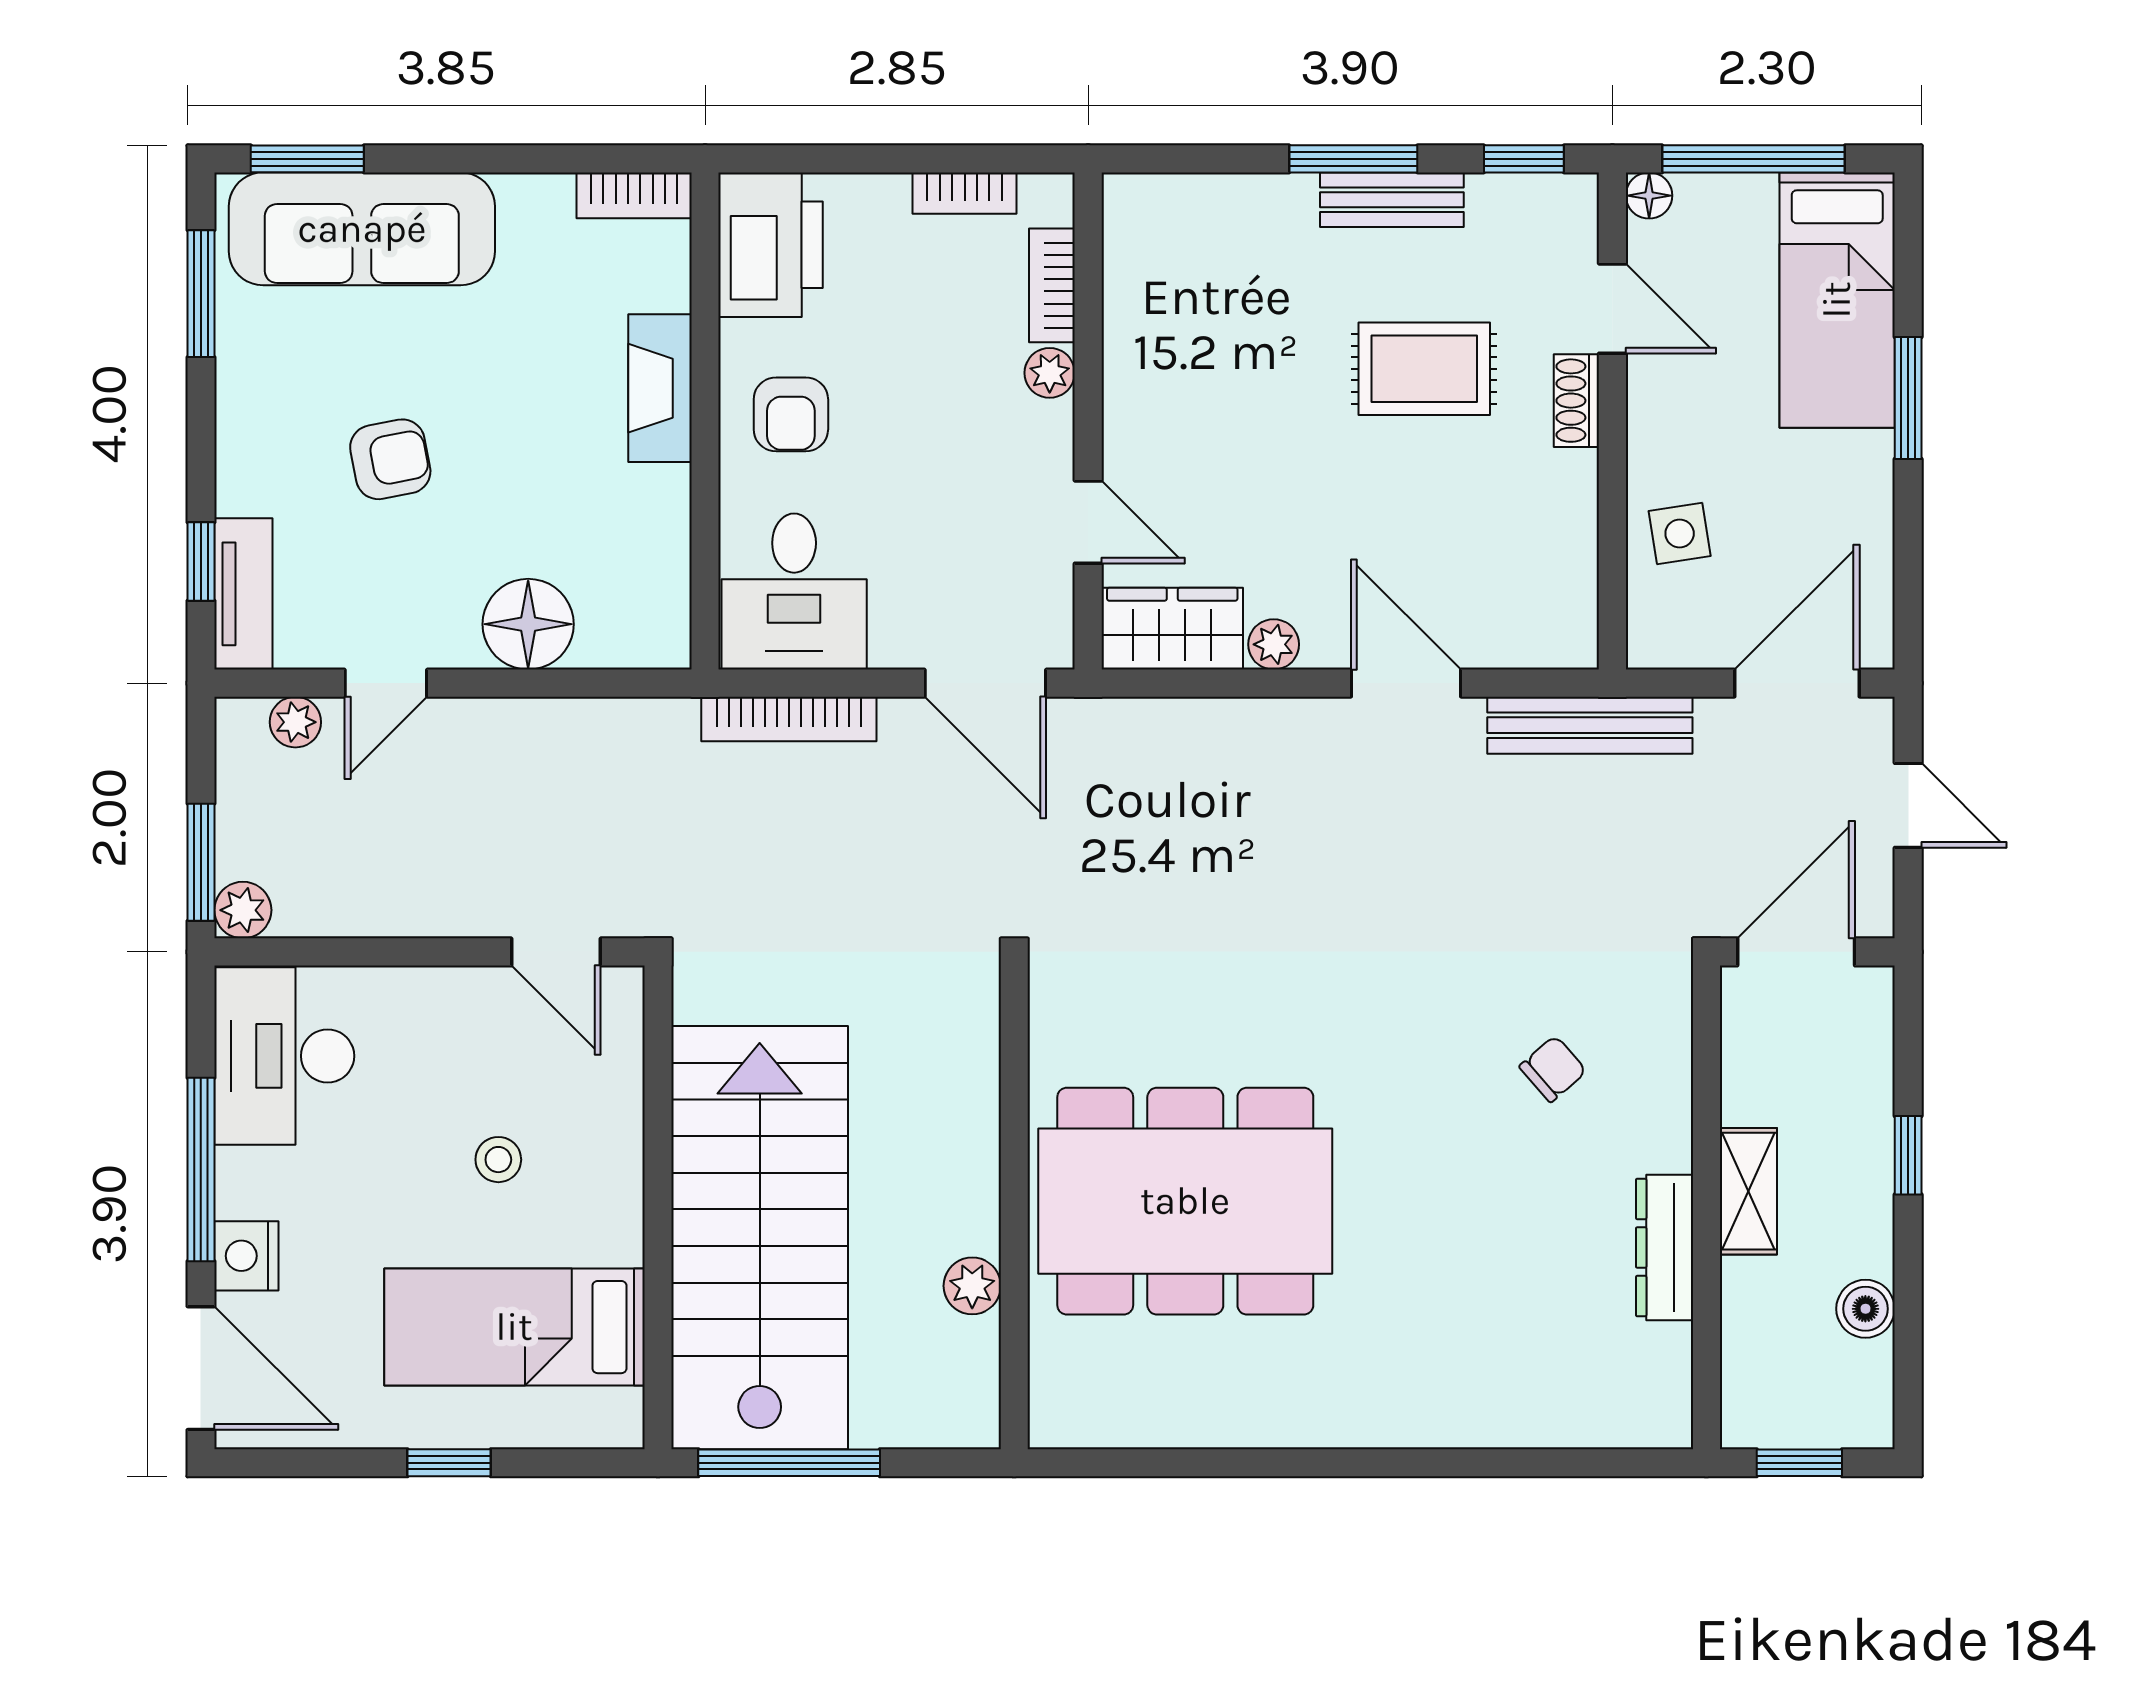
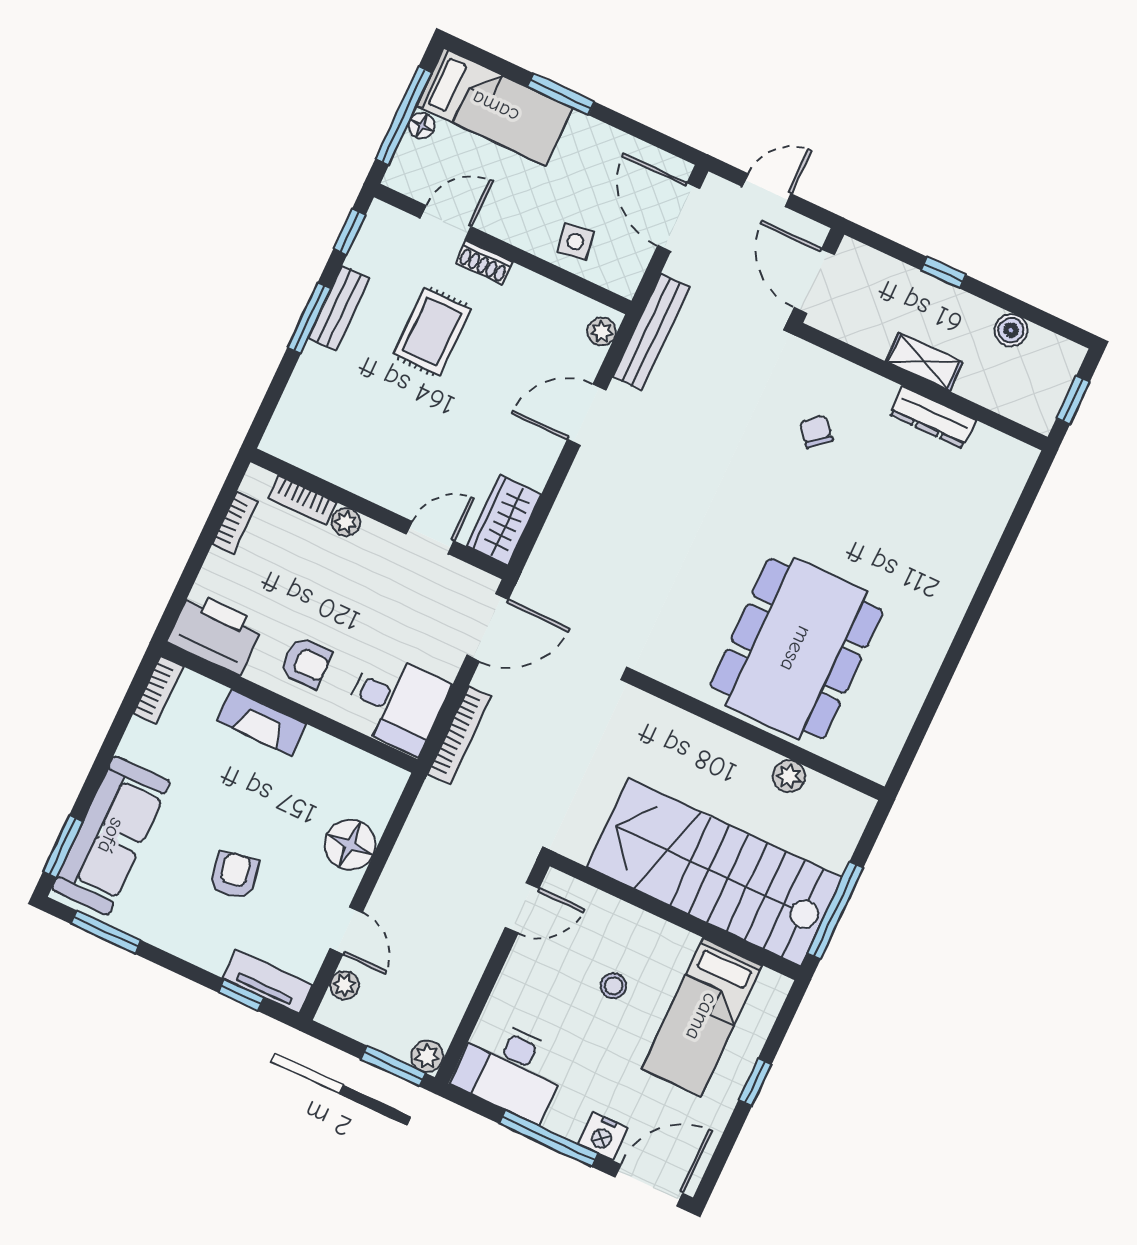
floor lamp: (1649, 196) -> (422, 126), moved
plant: (1274, 644) -> (602, 331), moved

